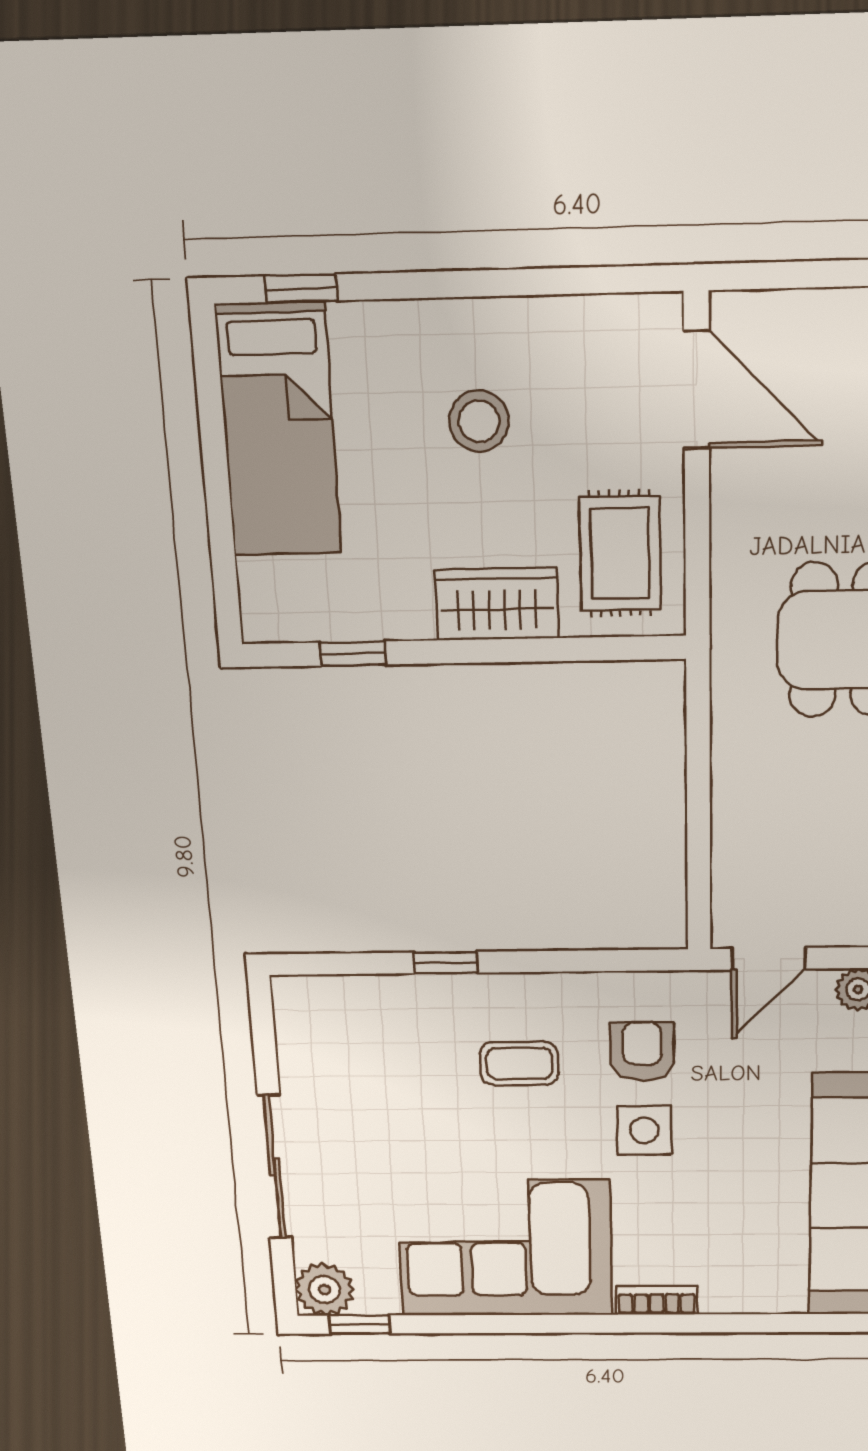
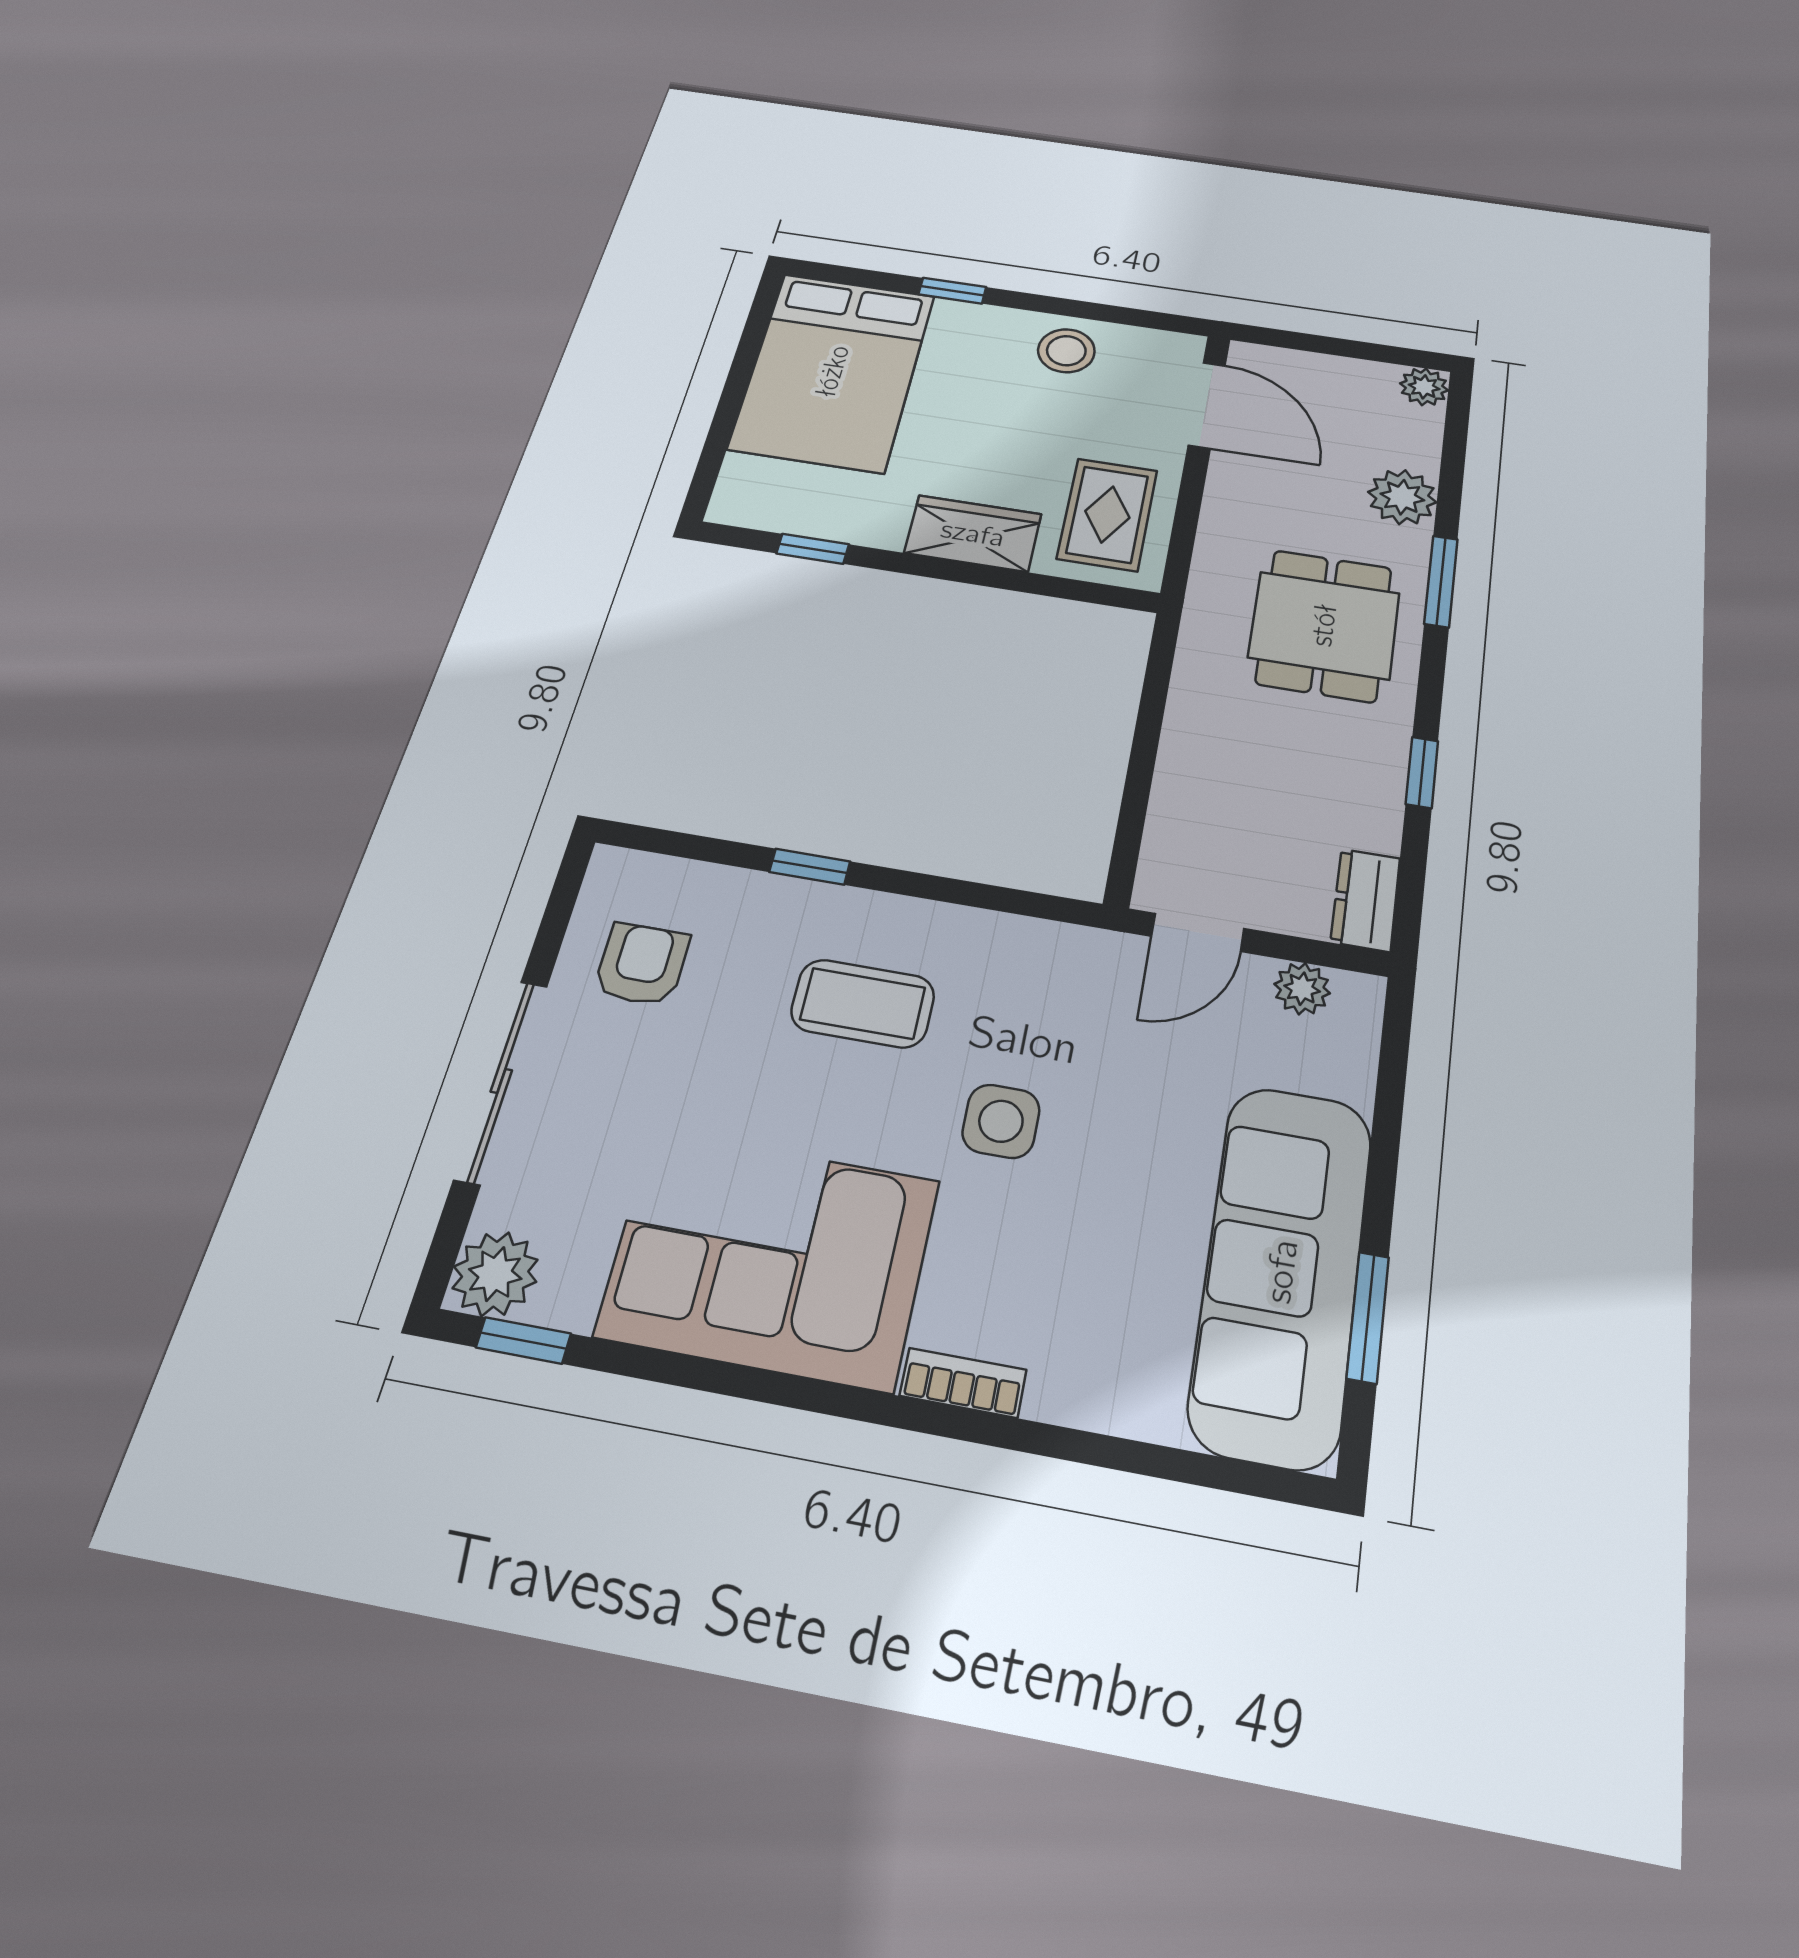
window: (301, 288) -> (952, 291), moved
stool: (479, 421) -> (1066, 351), moved
bed: (279, 430) -> (833, 371), width x1.50
armchair: (642, 1052) -> (642, 964), moved
coffee table: (519, 1064) -> (863, 1003), width x1.36, depth x1.30

